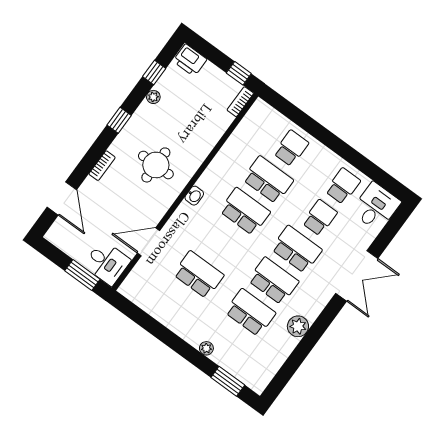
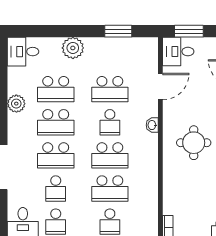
washbasin: (194, 196) -> (152, 125), moved
school desk: (222, 243) -> (110, 122), added
plant: (206, 348) -> (73, 48), width x1.87, depth x1.87
desk: (255, 371) -> (23, 52), added
window: (228, 381) -> (118, 31), moved

